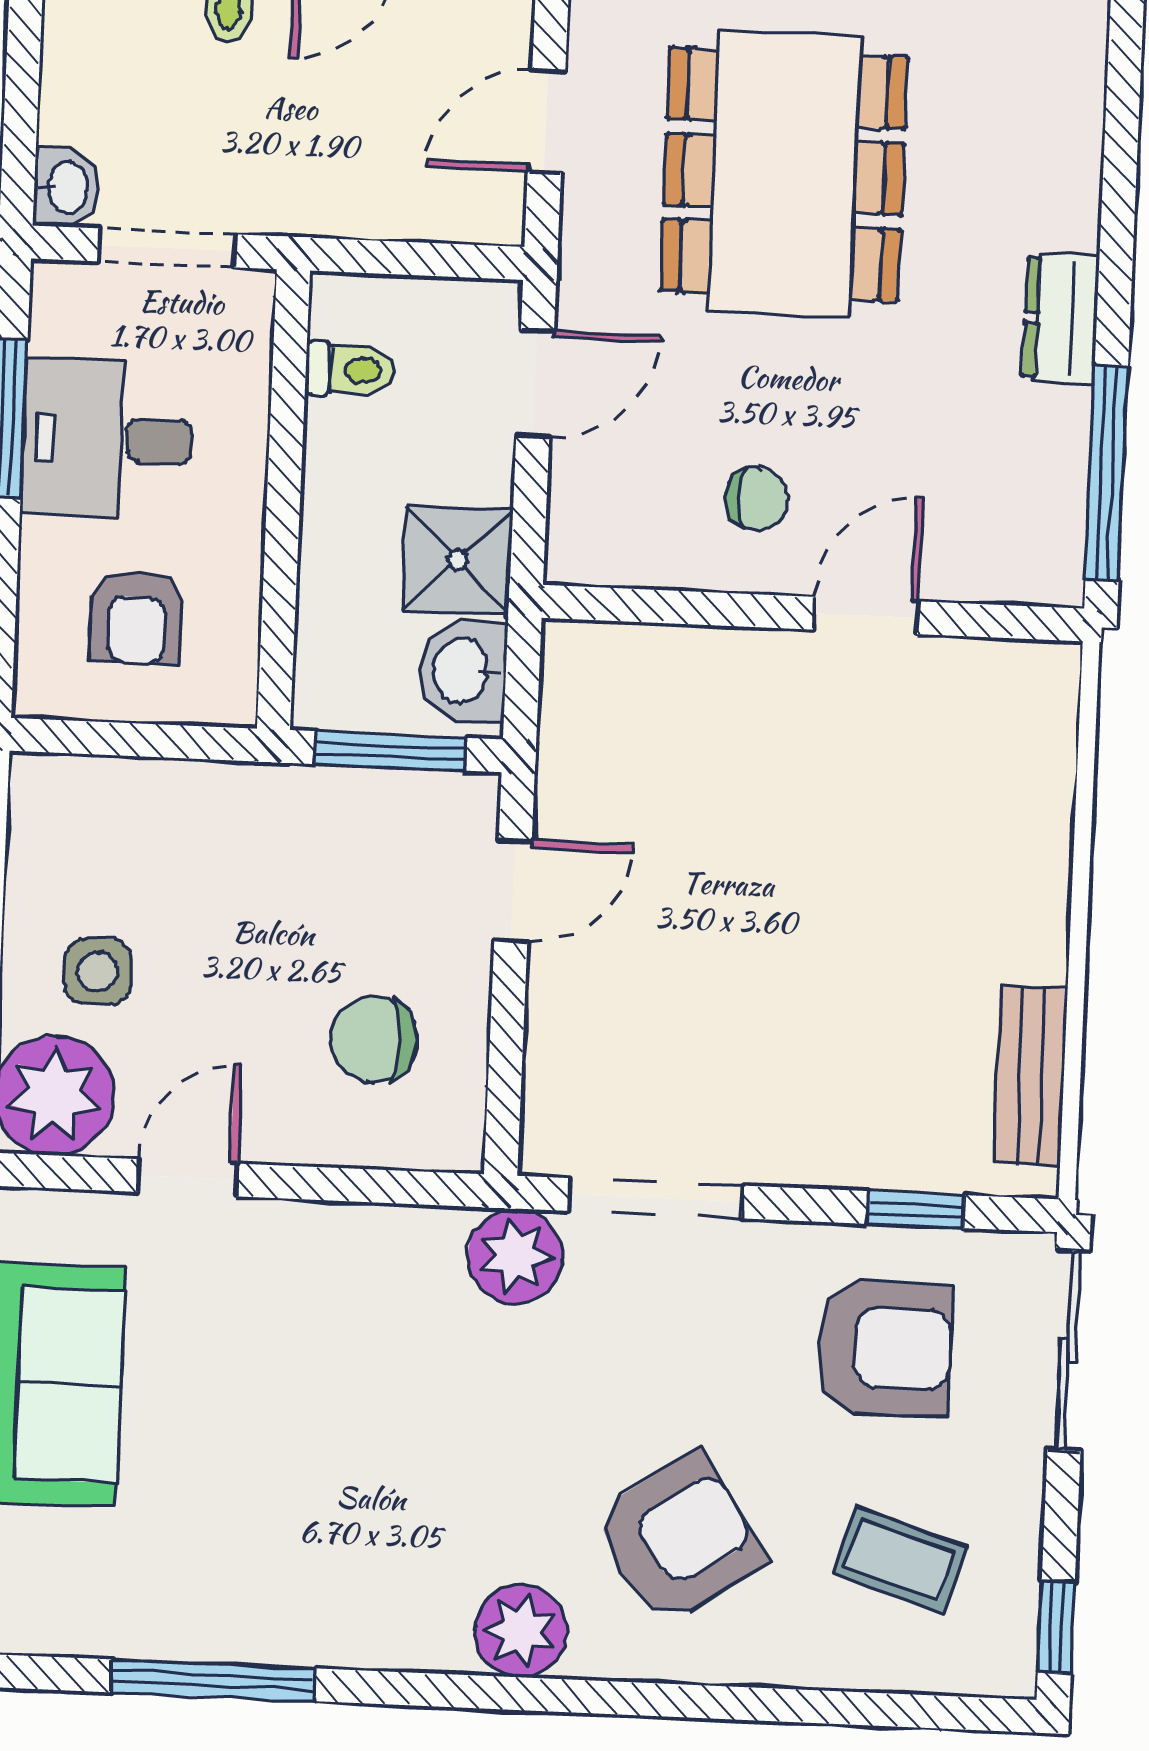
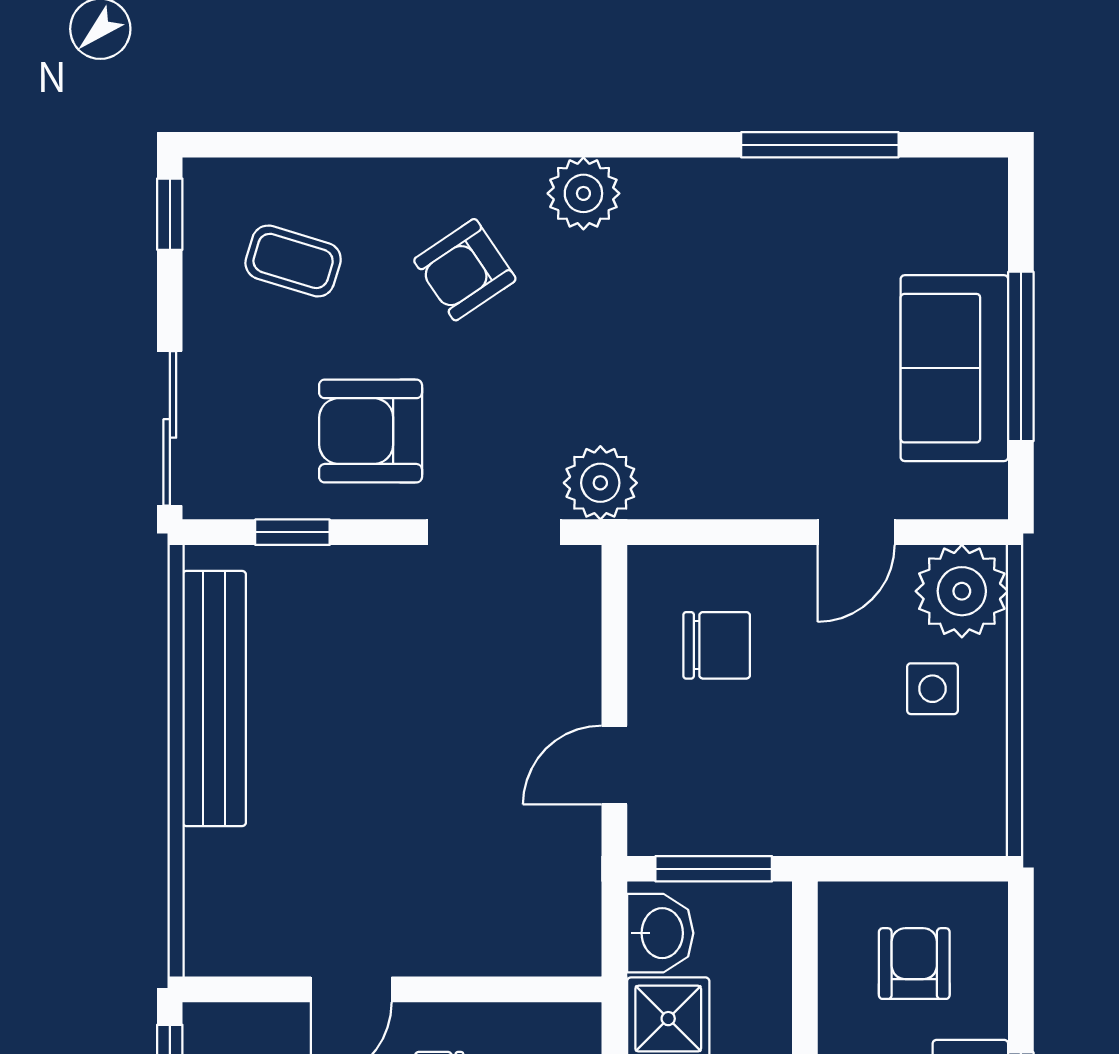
bench: (1030, 1076) -> (214, 699), width x1.86, depth x1.21
armchair: (884, 1348) -> (371, 431), moved
armchair: (678, 1539) -> (465, 270), width x0.72, depth x0.72

